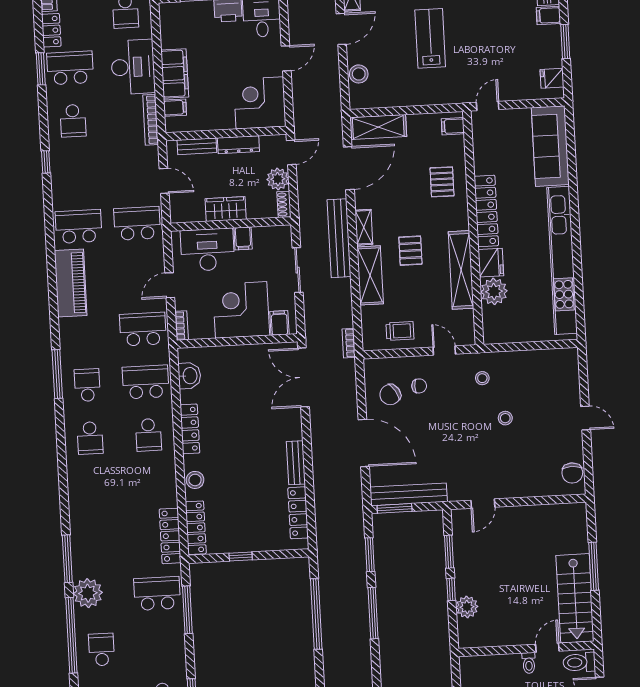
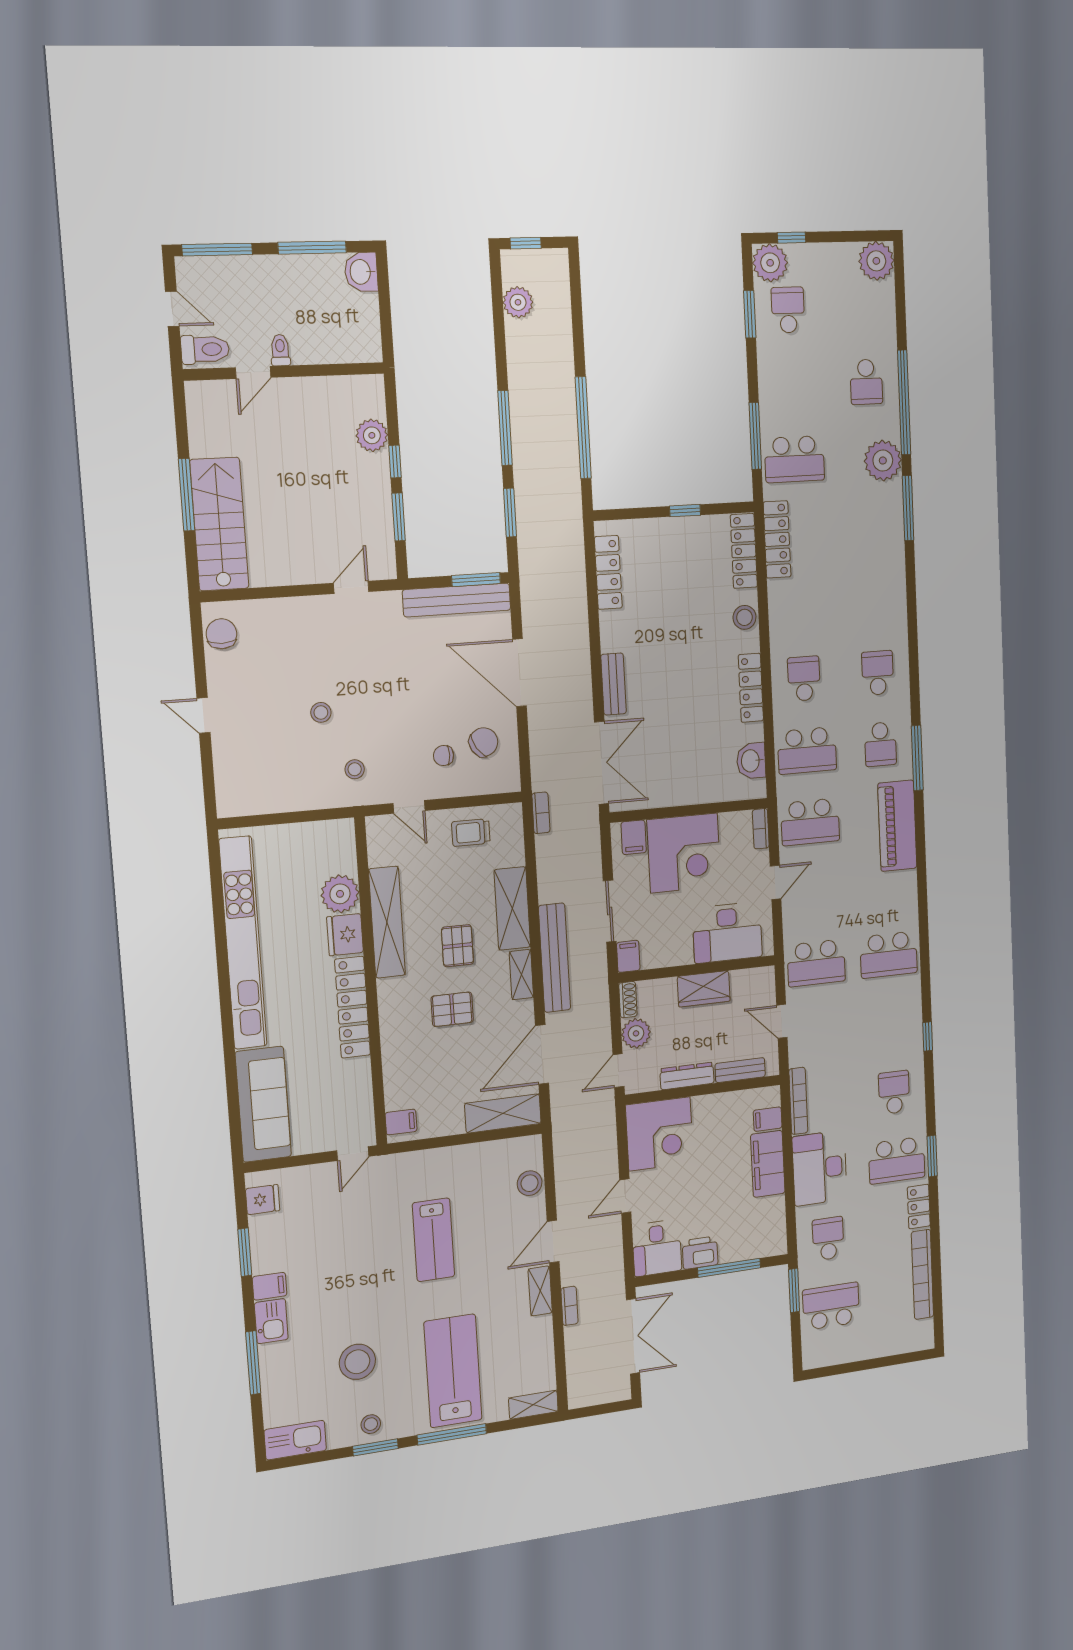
pallet: (442, 182) -> (452, 1009), moved, turned 90
filing cabinet: (243, 238) -> (628, 956), moved
piano: (71, 283) -> (897, 826), moved
bench: (296, 463) -> (614, 684), moved
stairs: (575, 598) -> (219, 524), moved

